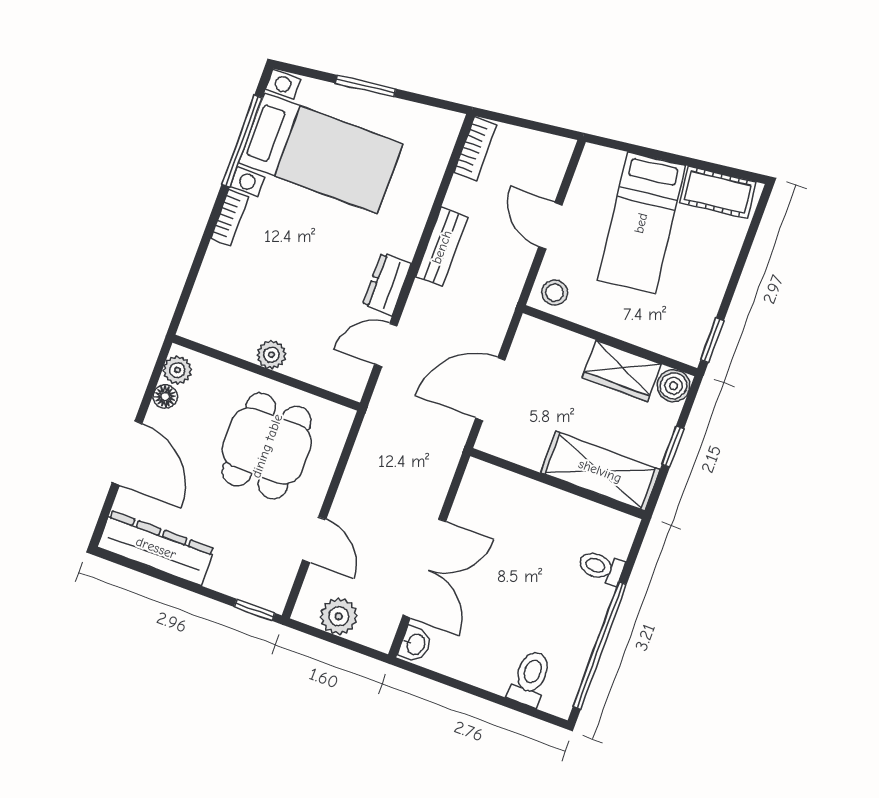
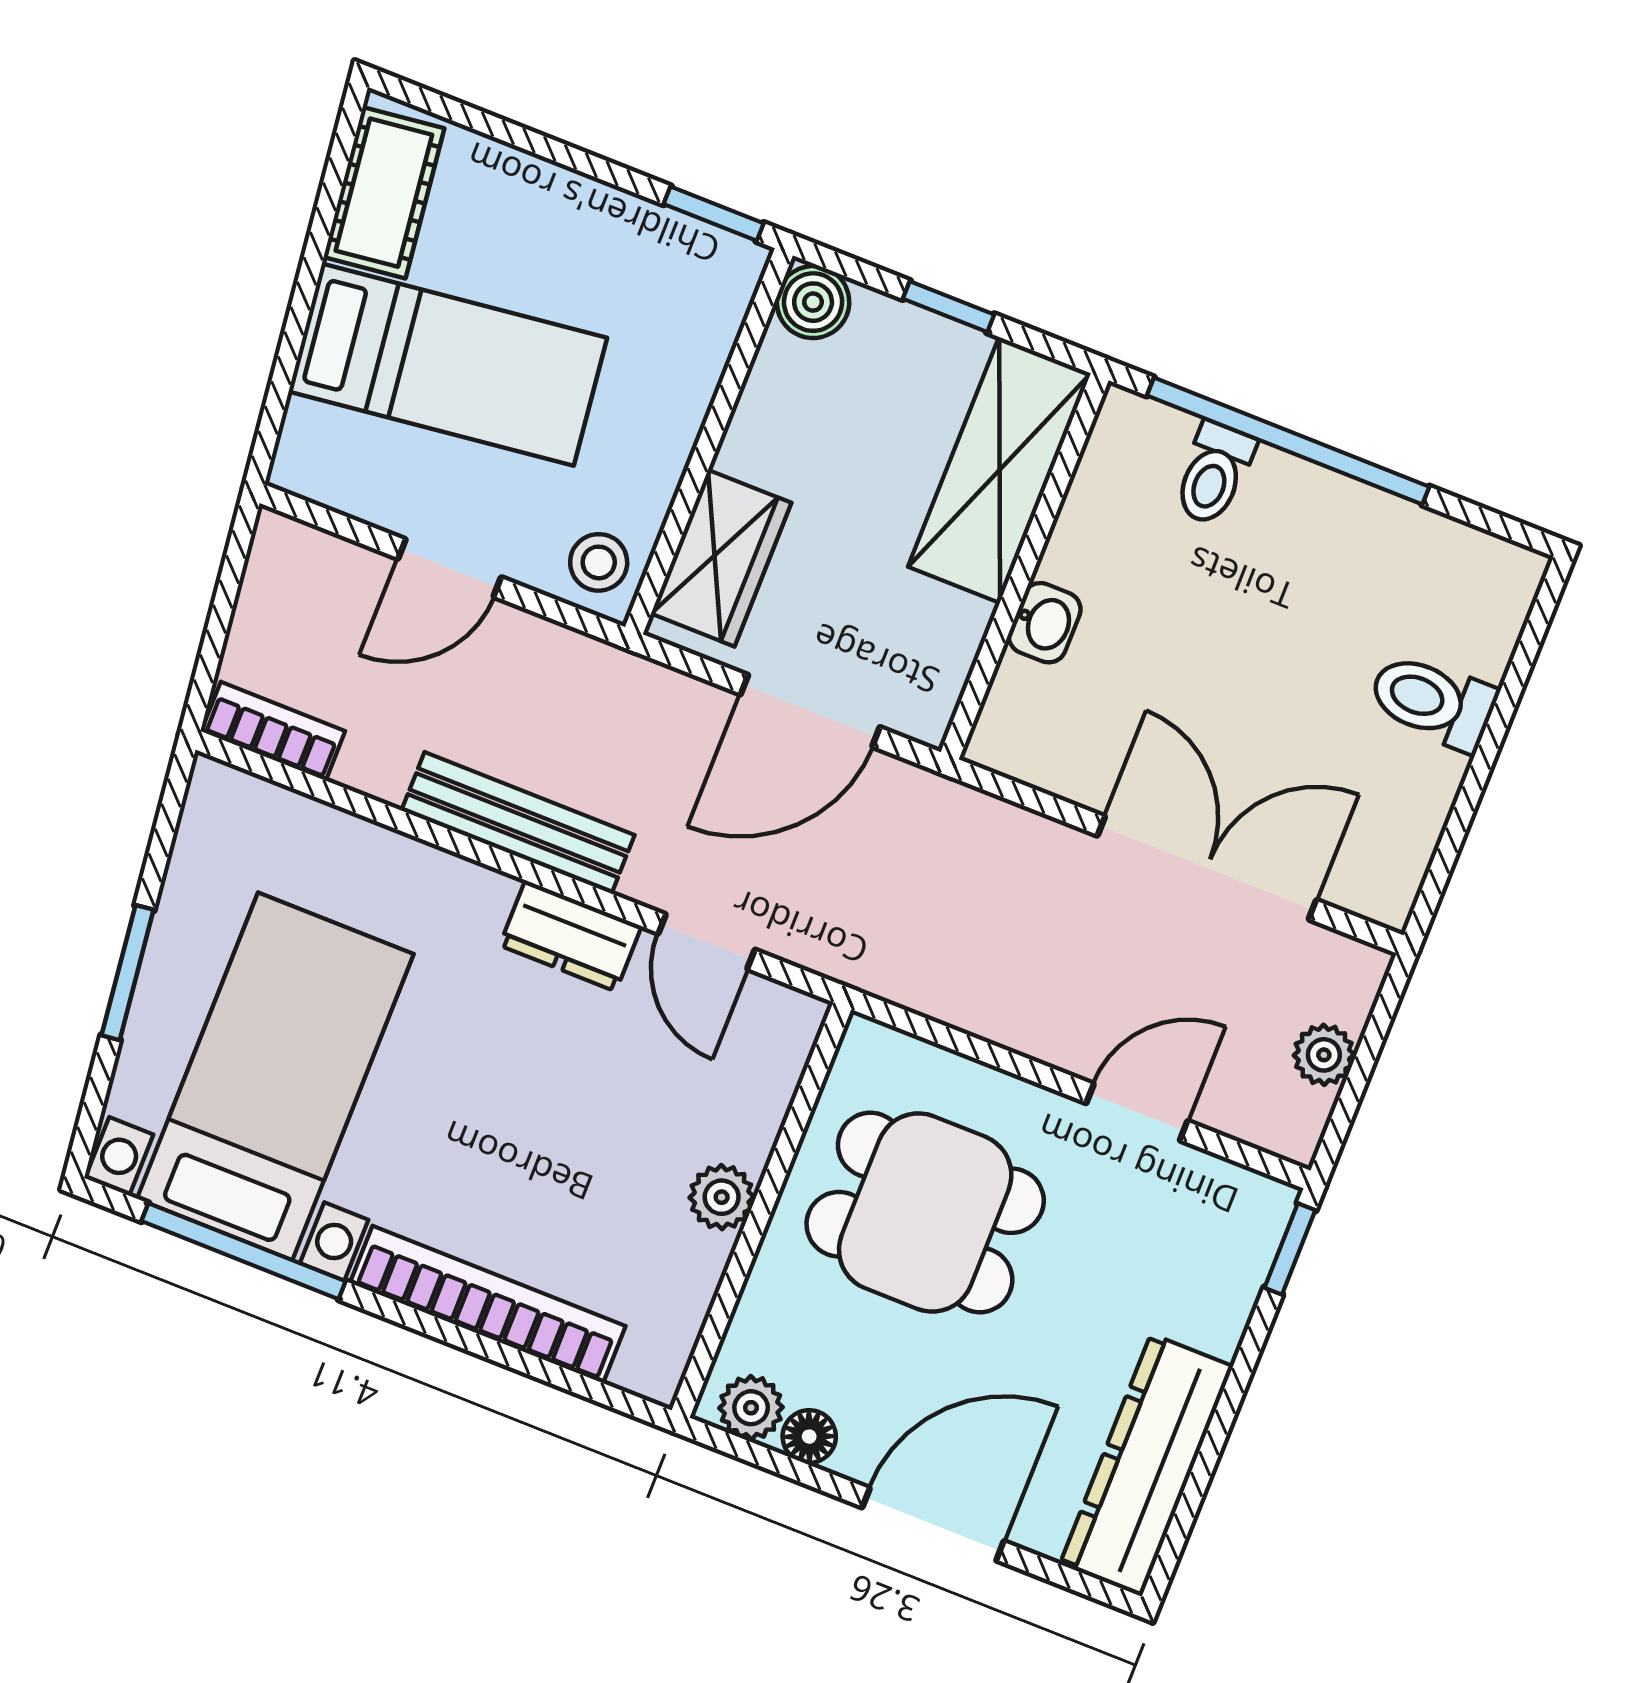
bookcase: (230, 217) -> (488, 1305), width x2.31, depth x1.31
bench: (442, 247) -> (518, 823), width x1.36
wardrobe: (622, 371) -> (721, 558), moved
door: (490, 389) -> (810, 711), hinge flipped
plant: (339, 616) -> (1324, 1055), width x0.73, depth x0.73
washbasin: (415, 644) -> (1045, 623), moved, turned 90
window: (600, 645) -> (1288, 441), moved
toilet: (530, 678) -> (1433, 701), moved

